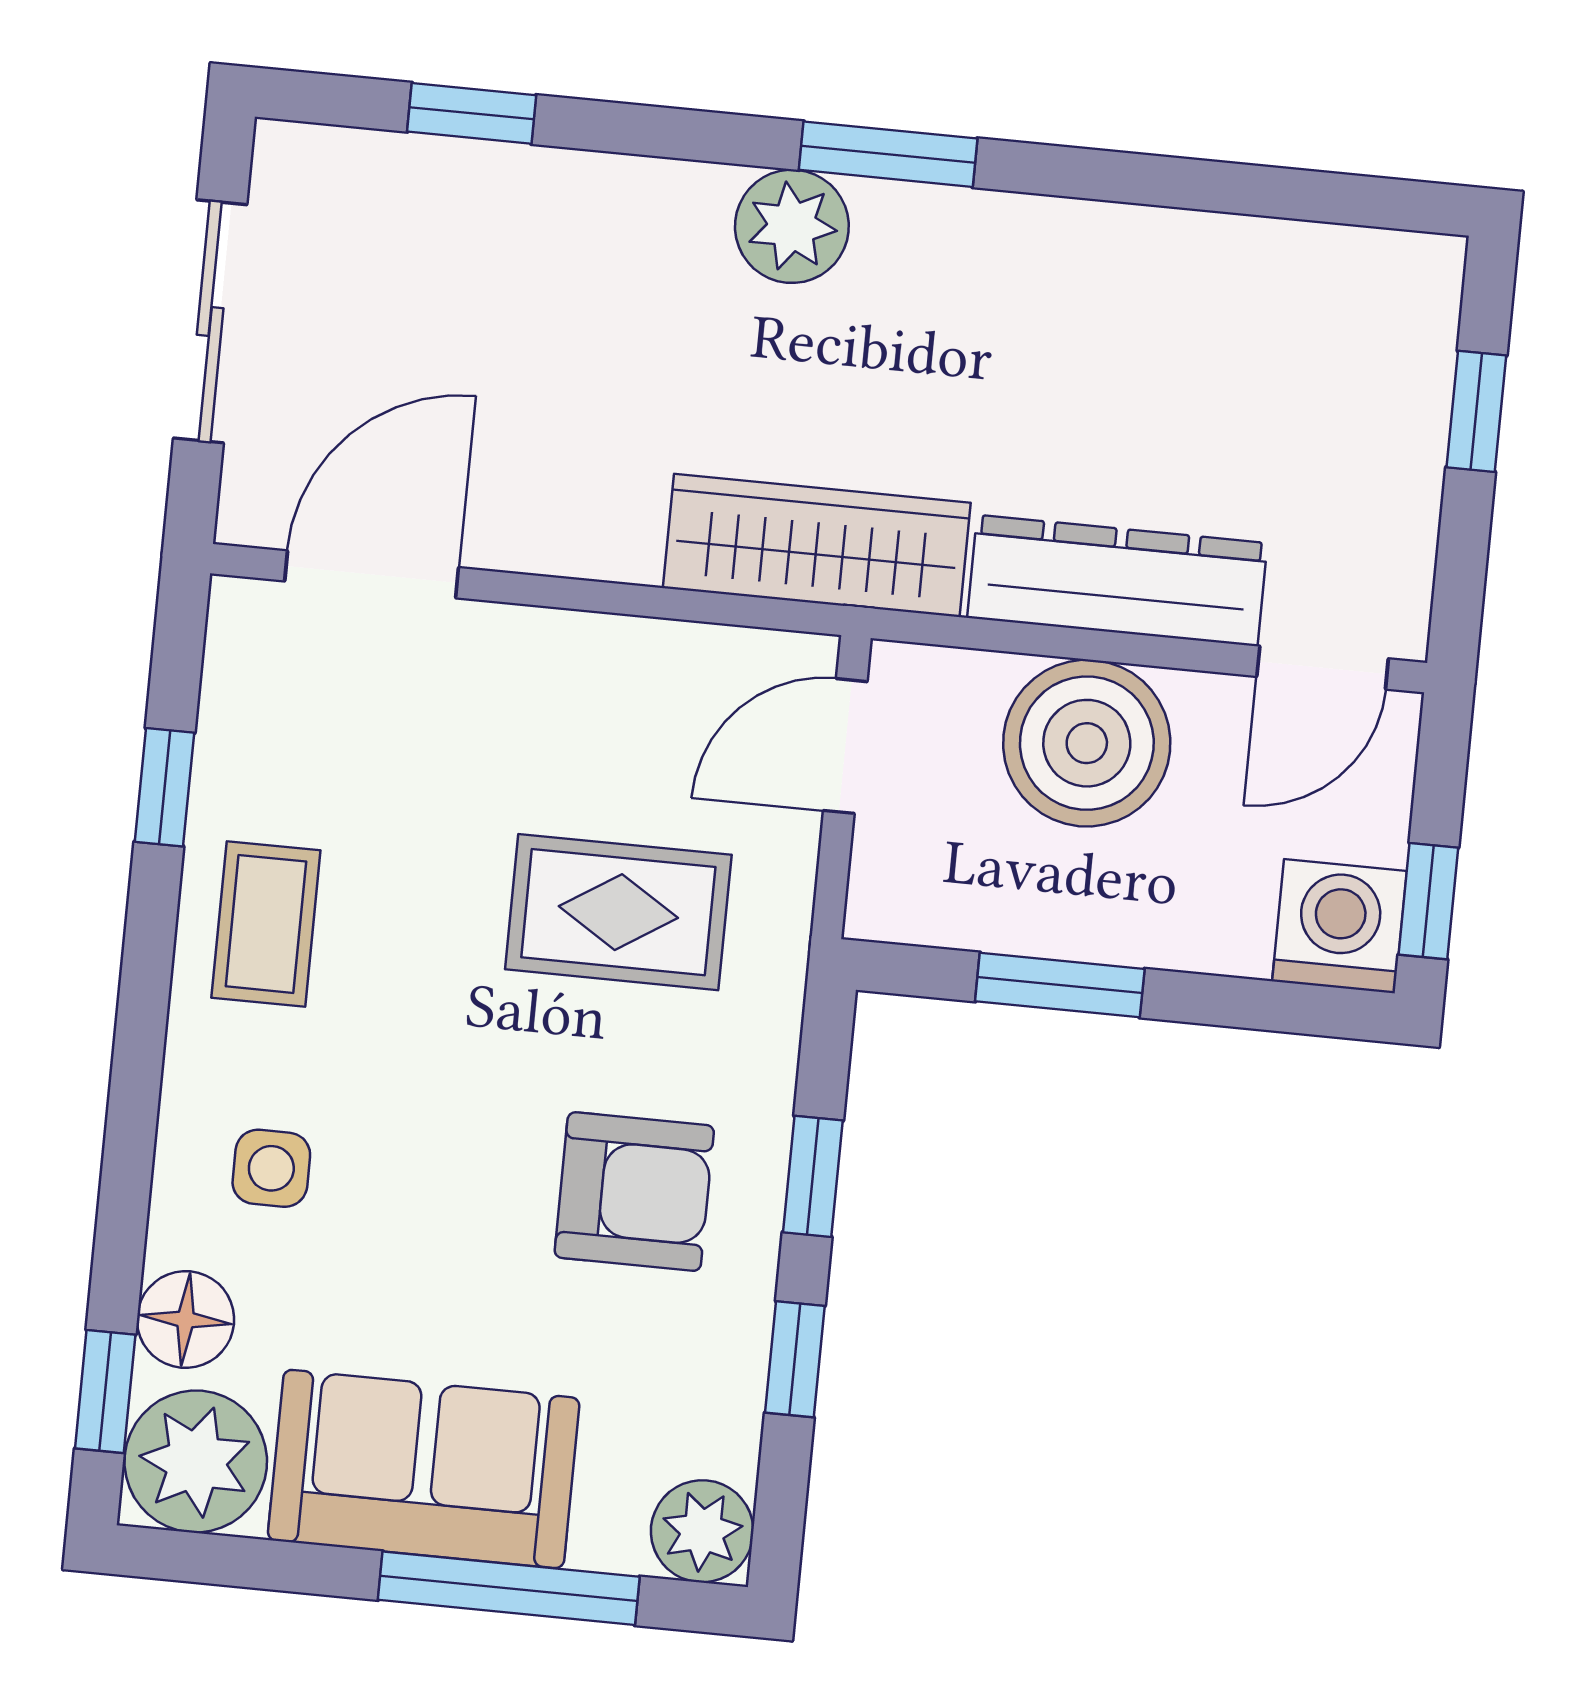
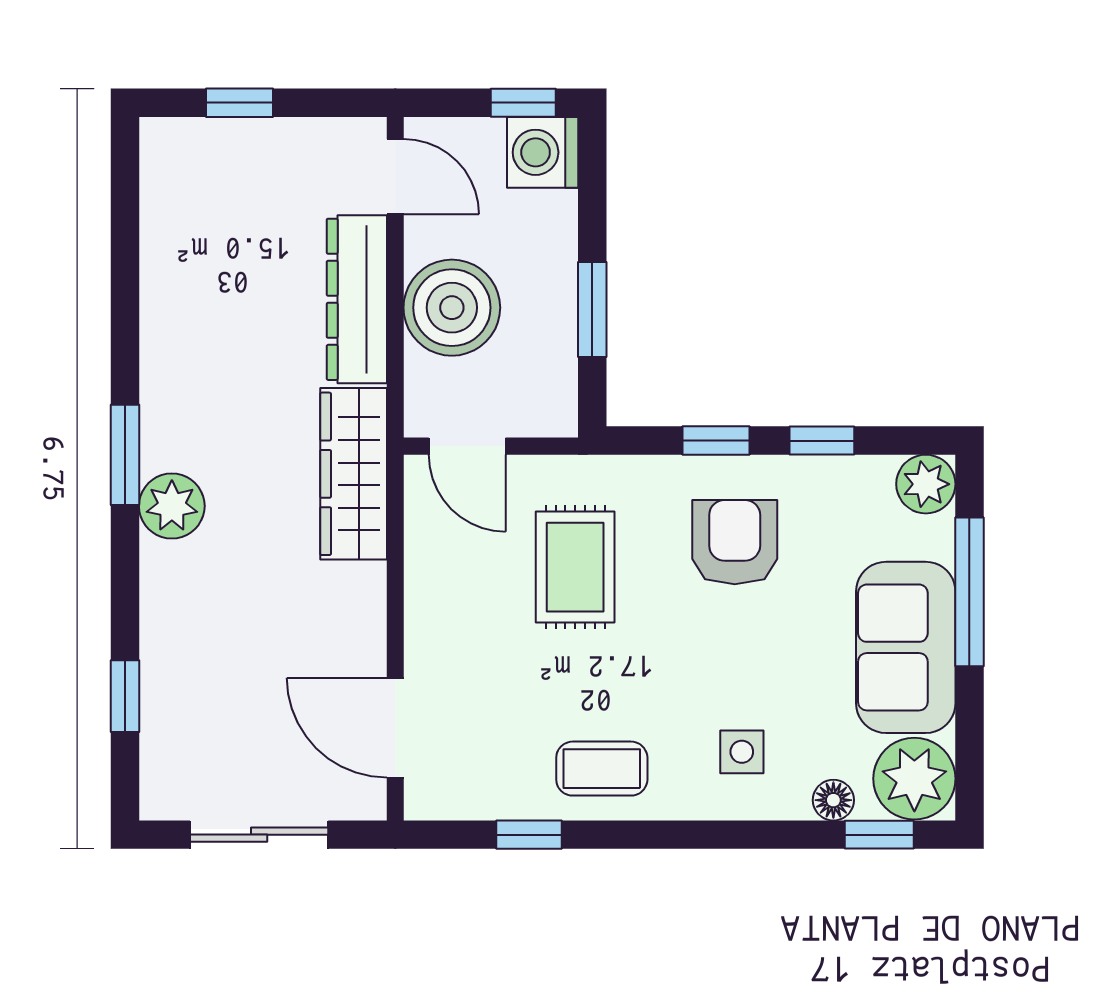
floor lamp: (186, 1320) -> (833, 800), width x0.73, depth x0.73

